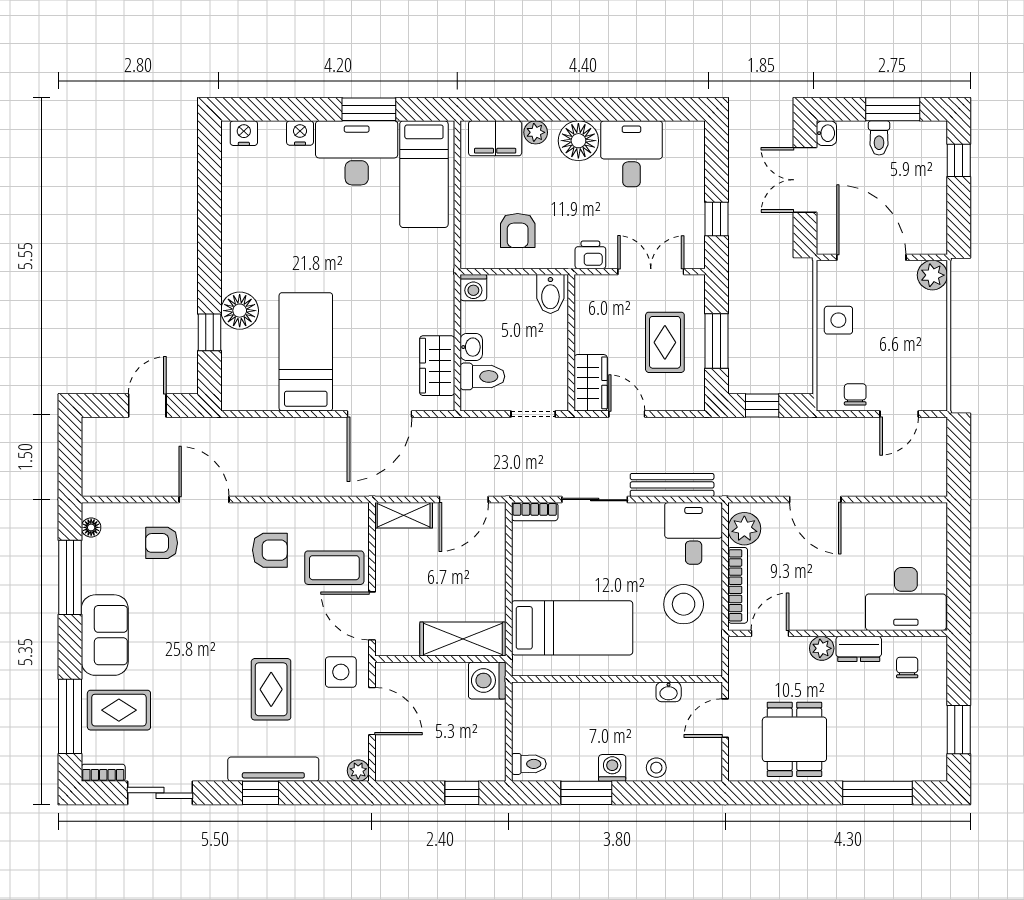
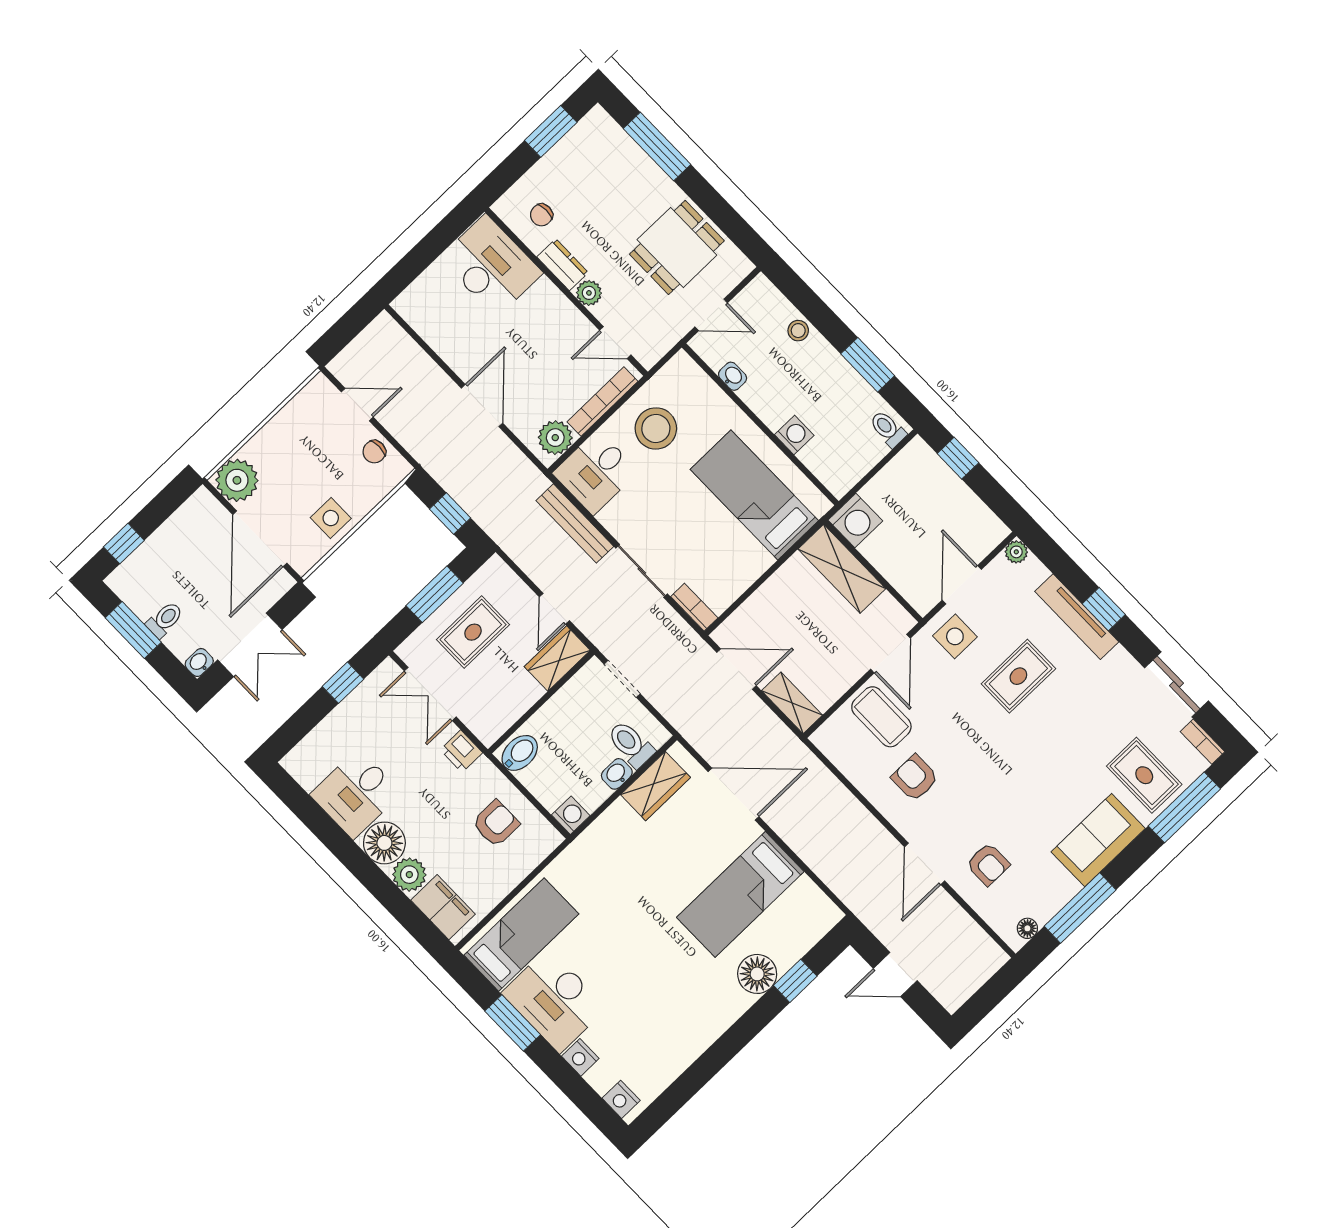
plant: (536, 132) -> (409, 875), width x1.38, depth x1.38
plant: (932, 275) -> (237, 480), width x1.36, depth x1.36
washing machine: (612, 768) -> (794, 435), moved, turned 180

